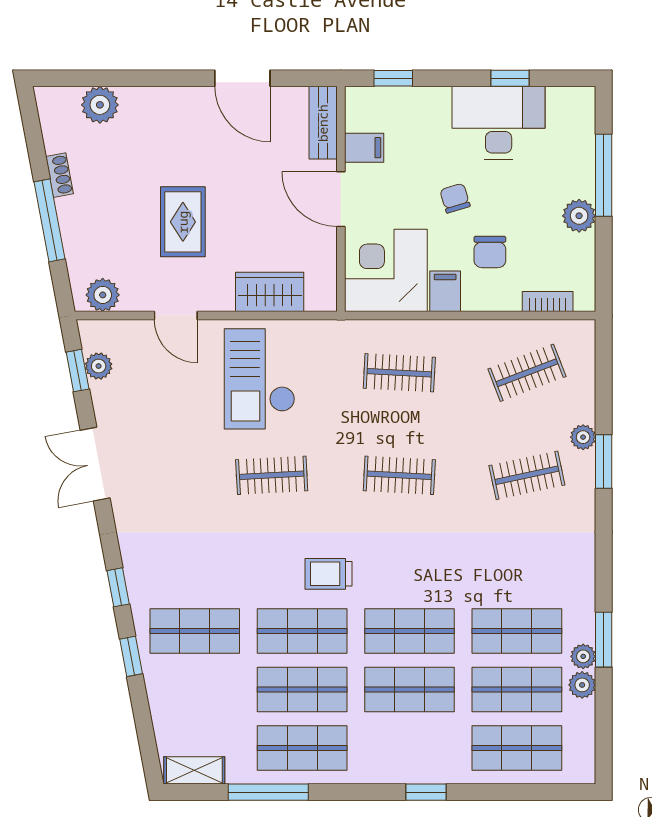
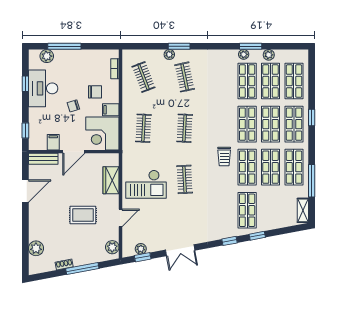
plant: (579, 216) -> (47, 56), moved
plant: (583, 656) -> (244, 54), moved
shop shelf: (410, 748) -> (294, 124), added

